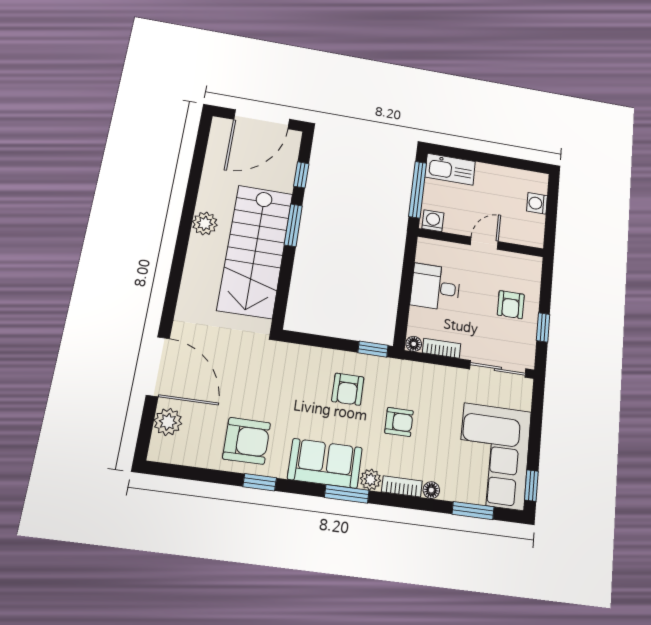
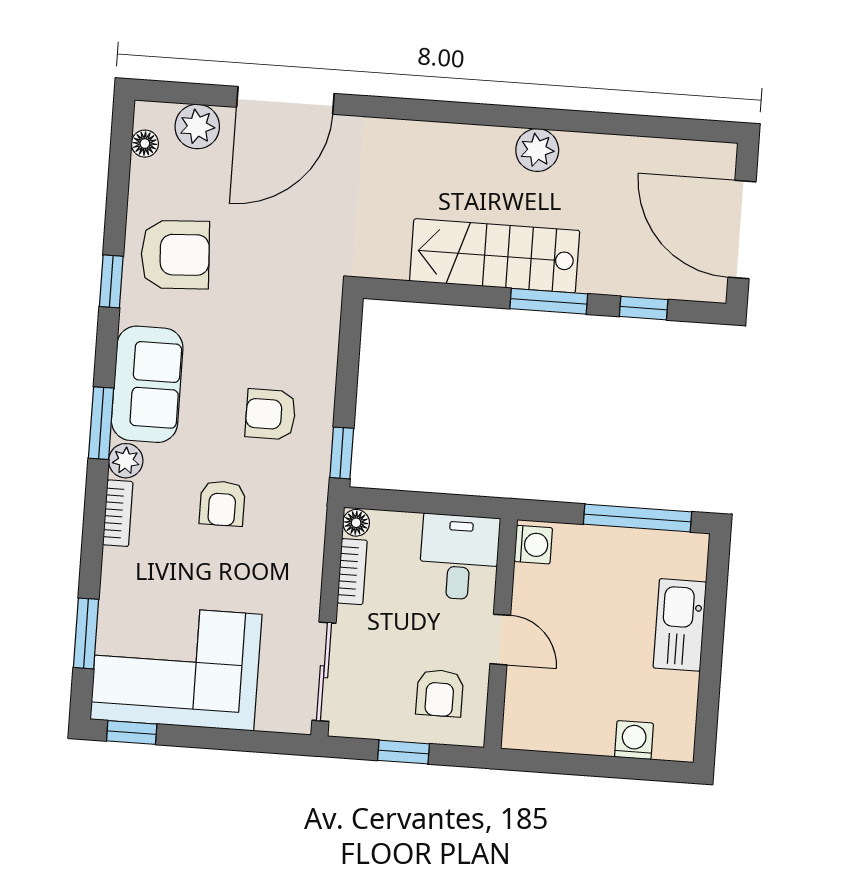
kitchen sink: (450, 169) -> (680, 625), moved
washing machine: (433, 221) -> (533, 545), moved
wall: (481, 243) -> (501, 634), moved
door: (484, 243) -> (500, 640), moved
stairs: (255, 251) -> (495, 256), width x0.73, depth x0.66
armchair: (511, 305) -> (440, 693), turned -90
armchair: (247, 441) -> (175, 255), turned -93
floor lamp: (431, 490) -> (145, 144), moved

